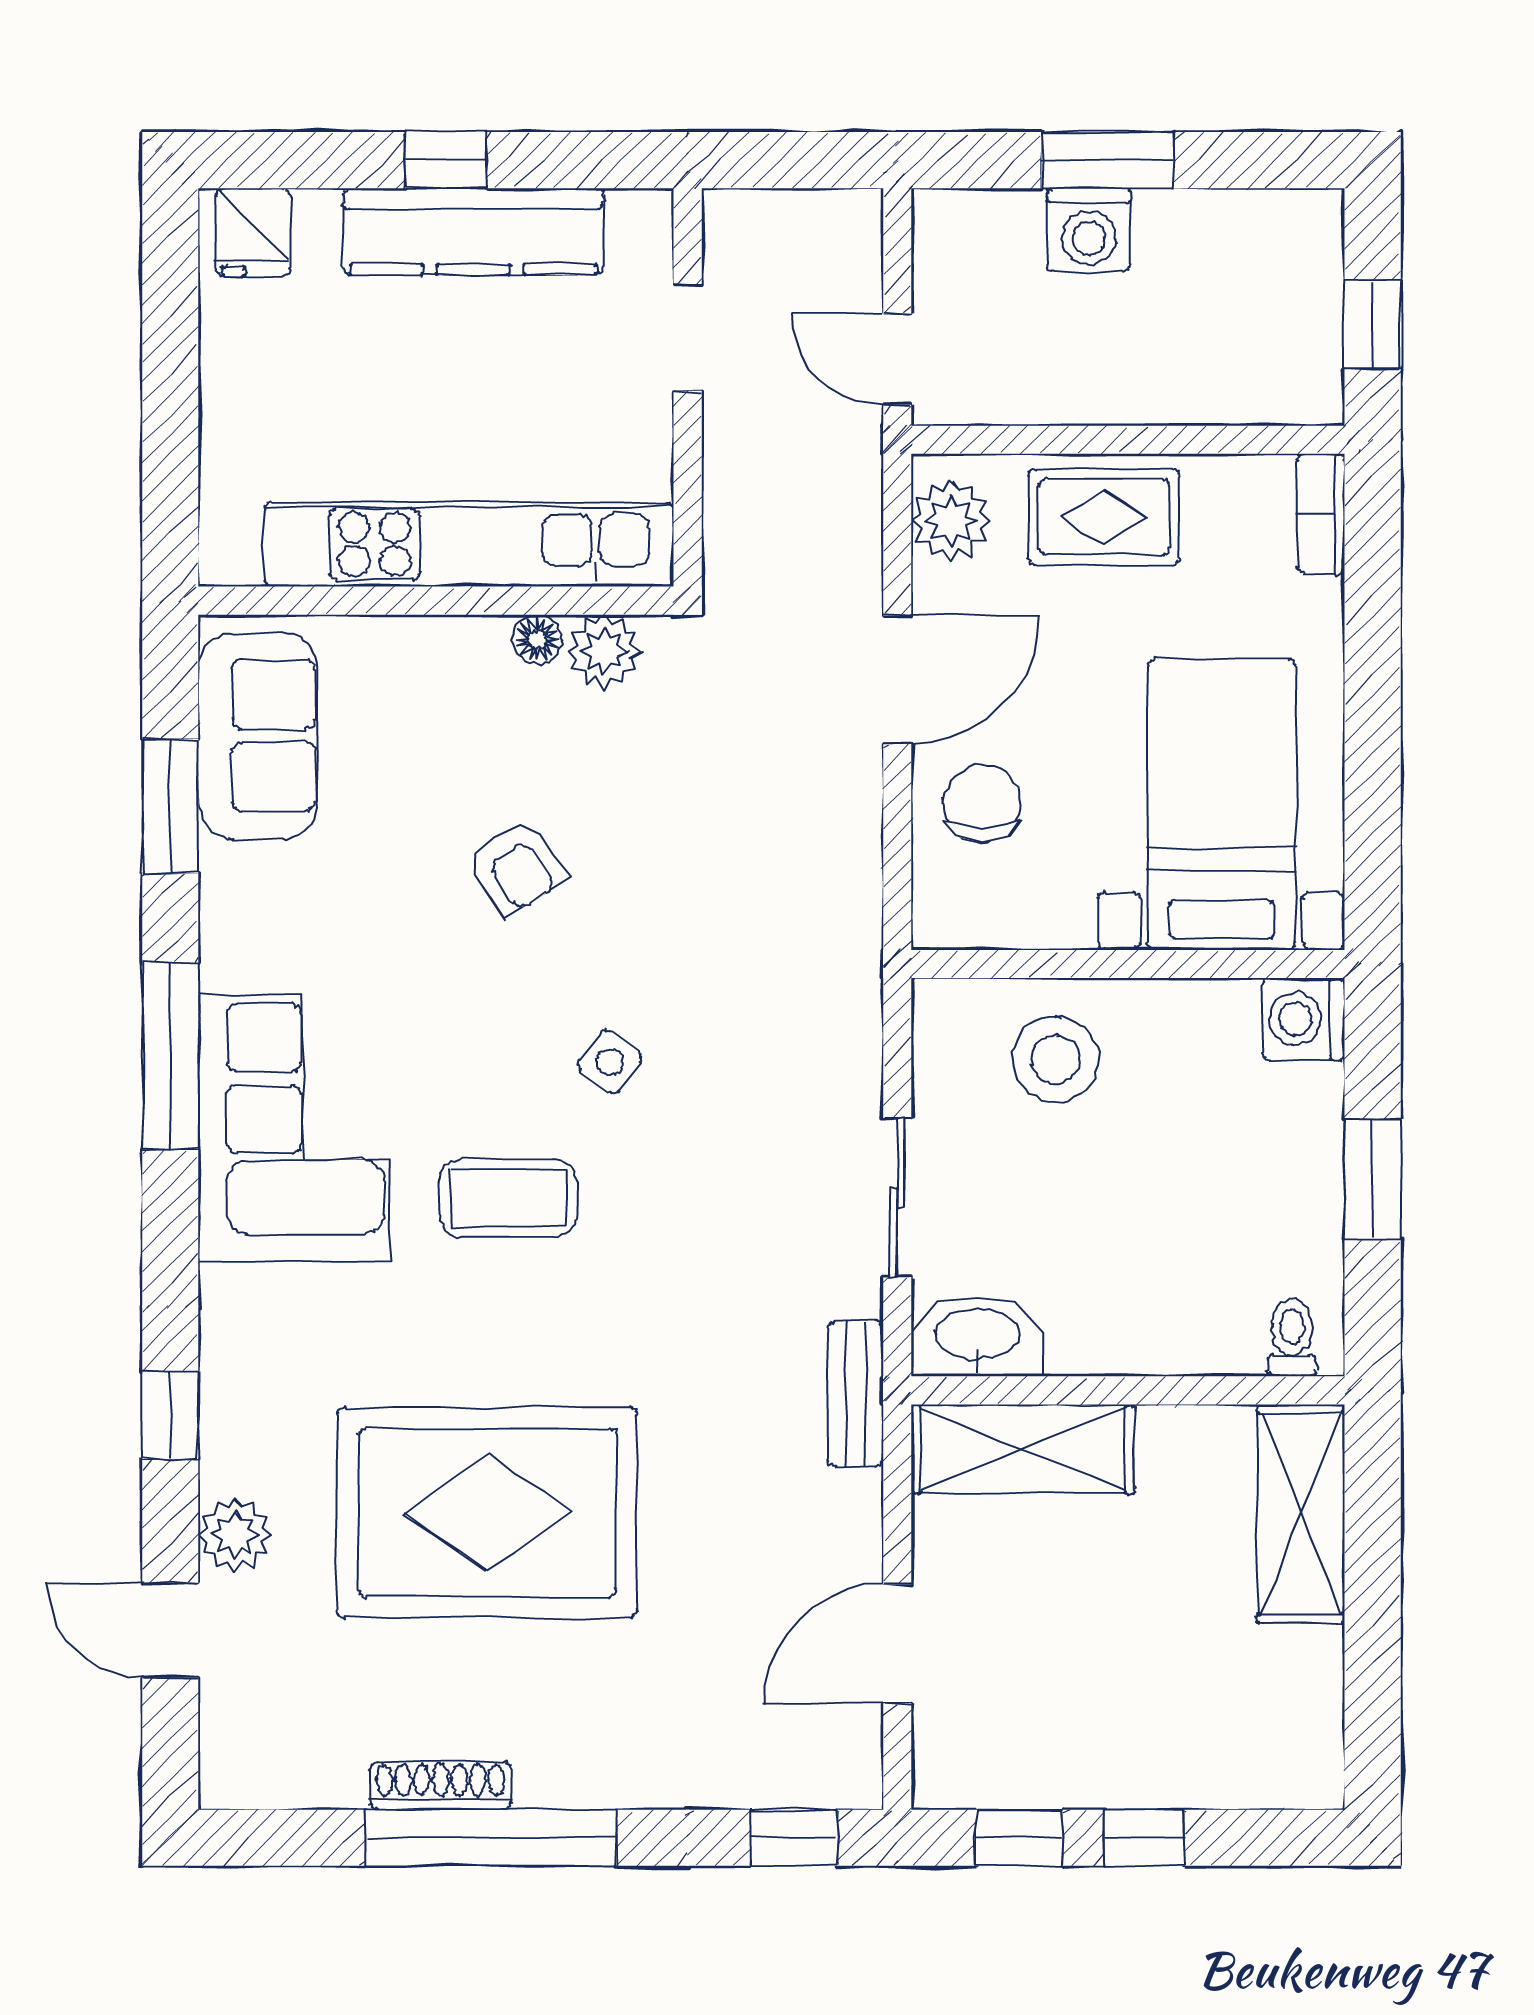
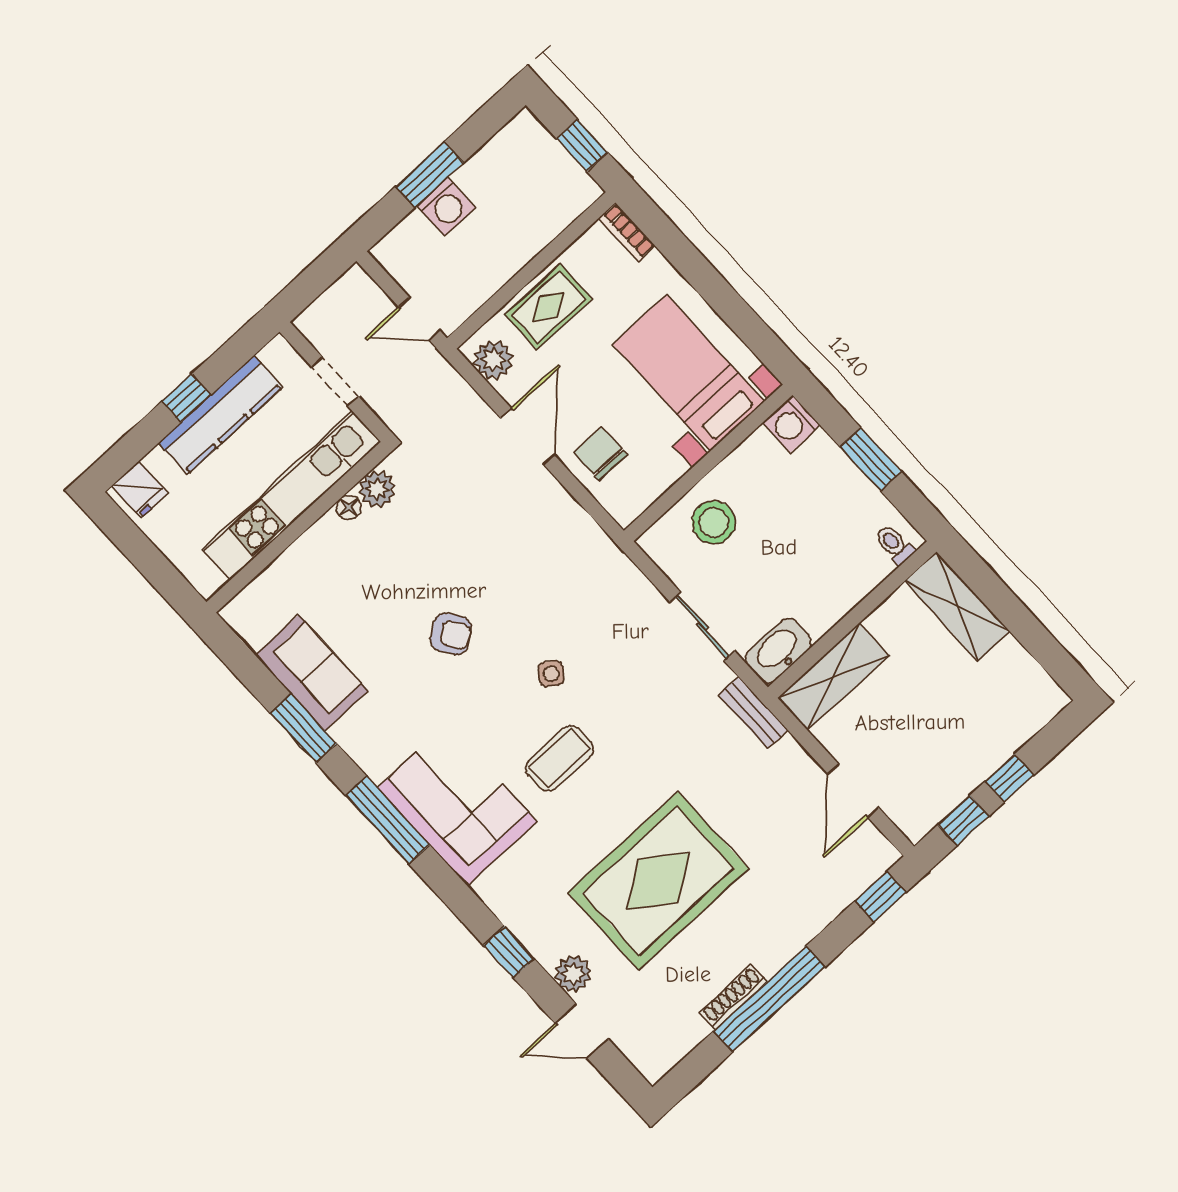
kitchen unit: (469, 544) -> (291, 495), moved
wall: (436, 601) -> (298, 527), moved
floor lamp: (537, 639) -> (349, 507), moved
plant: (604, 651) -> (377, 489), moved

